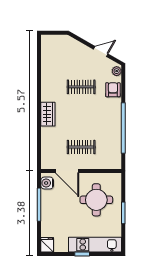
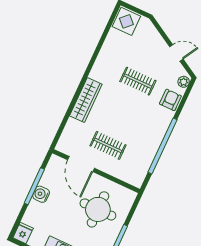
display table: (51, 45) -> (126, 21), added
wardrobe: (48, 114) -> (86, 100), width x1.50
water cooler: (47, 183) -> (41, 194), moved

